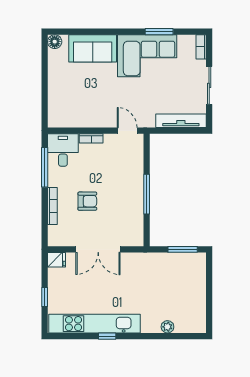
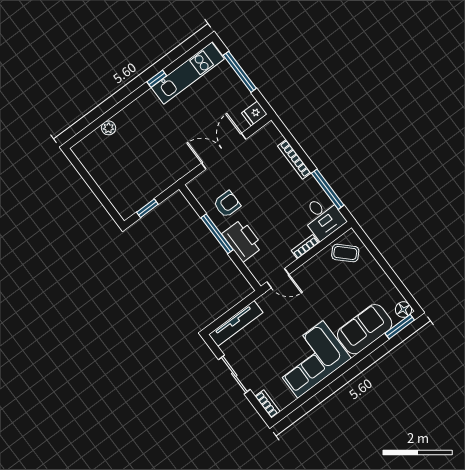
window: (159, 32) -> (400, 327), moved
coffee table: (66, 113) -> (345, 253), added
printer: (132, 176) -> (242, 240), added
armchair: (87, 201) -> (227, 204), moved, turned 180
window: (183, 249) -> (147, 208), width x0.67
window: (45, 297) -> (240, 72), width x2.17
kitchen unit: (94, 324) -> (188, 73), width x0.73

